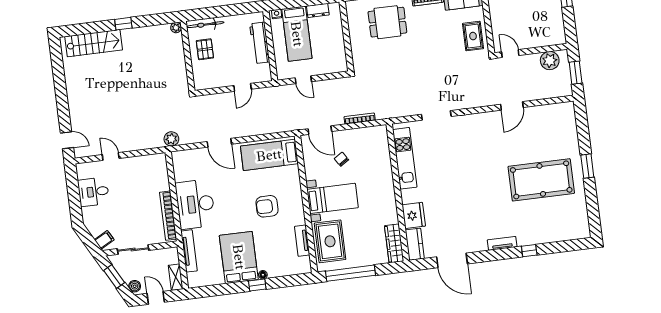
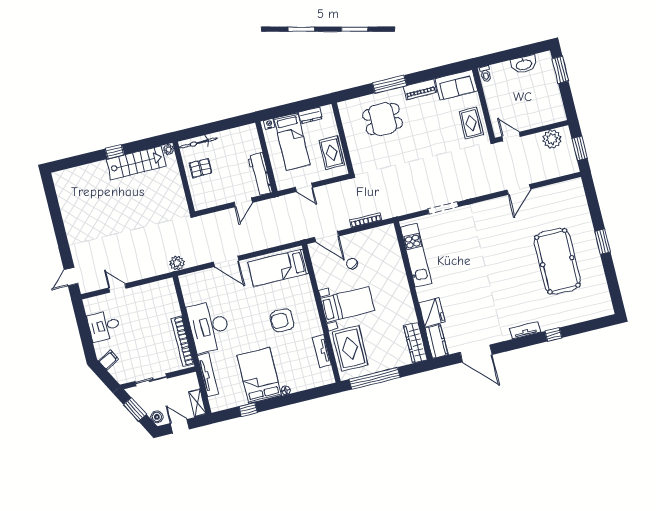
stairs: (94, 43) -> (136, 163), moved
workbench: (260, 43) -> (260, 174), moved
pallet: (205, 49) -> (200, 168), turned 90
rug: (334, 49) -> (332, 153), added
door: (67, 140) -> (71, 277), swing flipped
pool table: (541, 180) -> (557, 261), turned 90
filing cabinet: (104, 240) -> (109, 360), moved
window: (257, 285) -> (248, 409), moved

